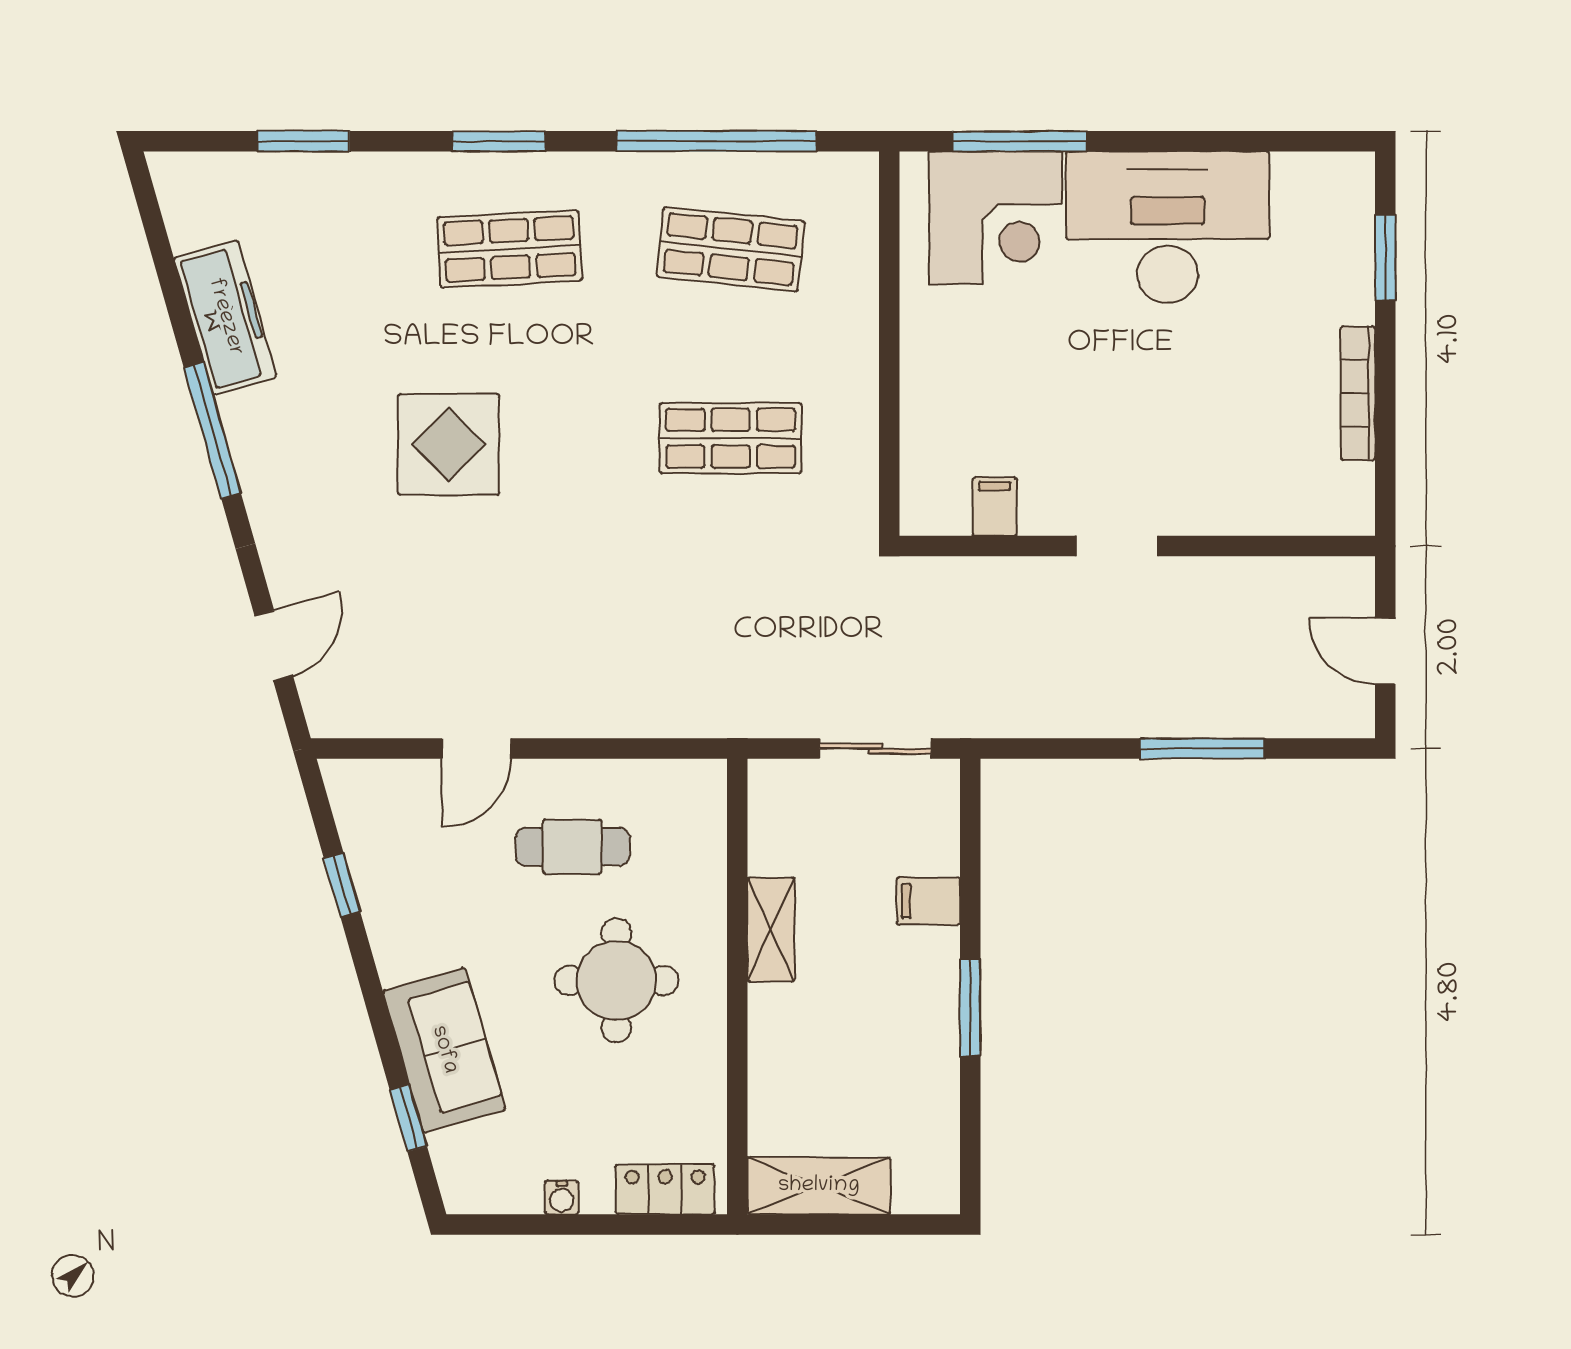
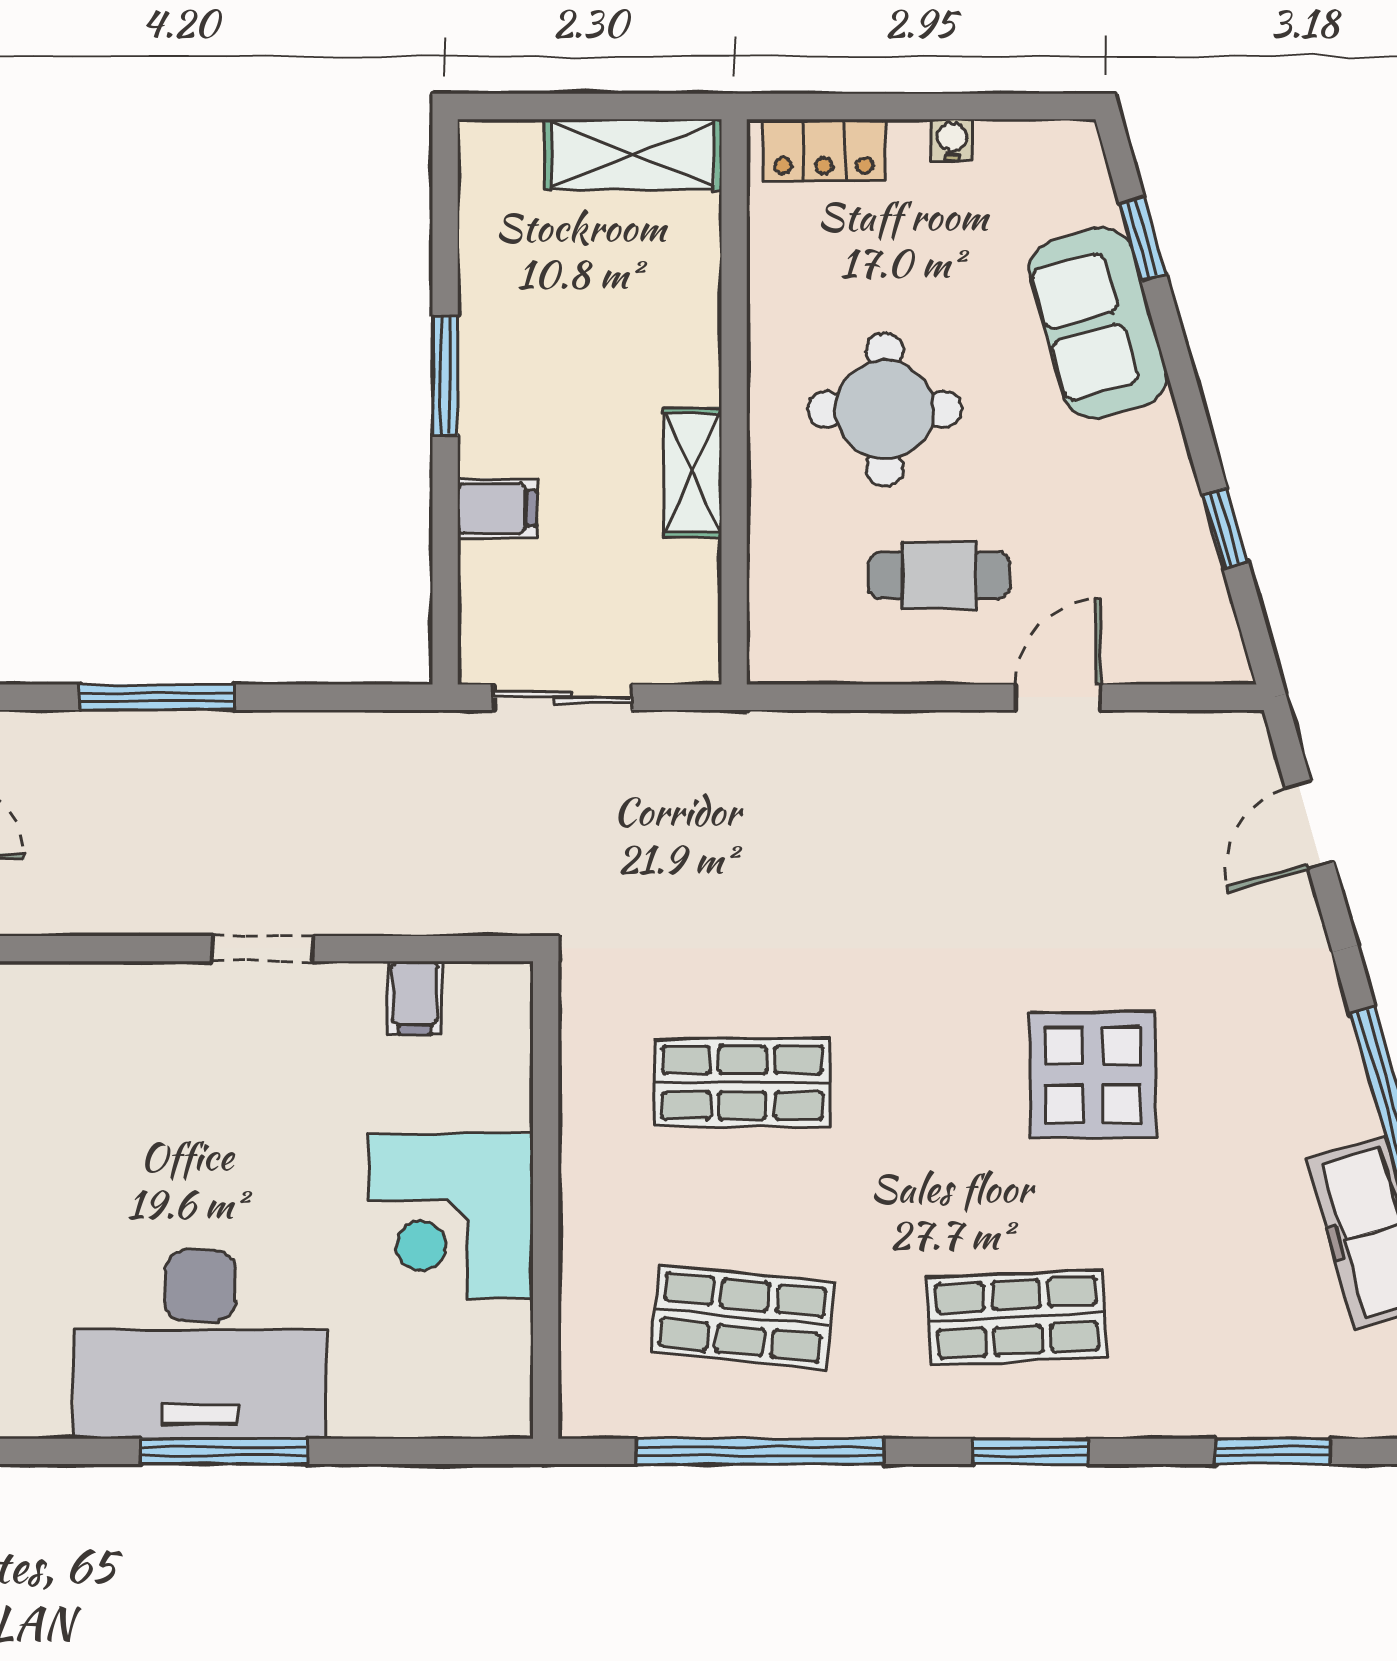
window: (1020, 141) -> (224, 1451), moved
corner desk: (995, 218) -> (451, 1216), moved, turned -90

